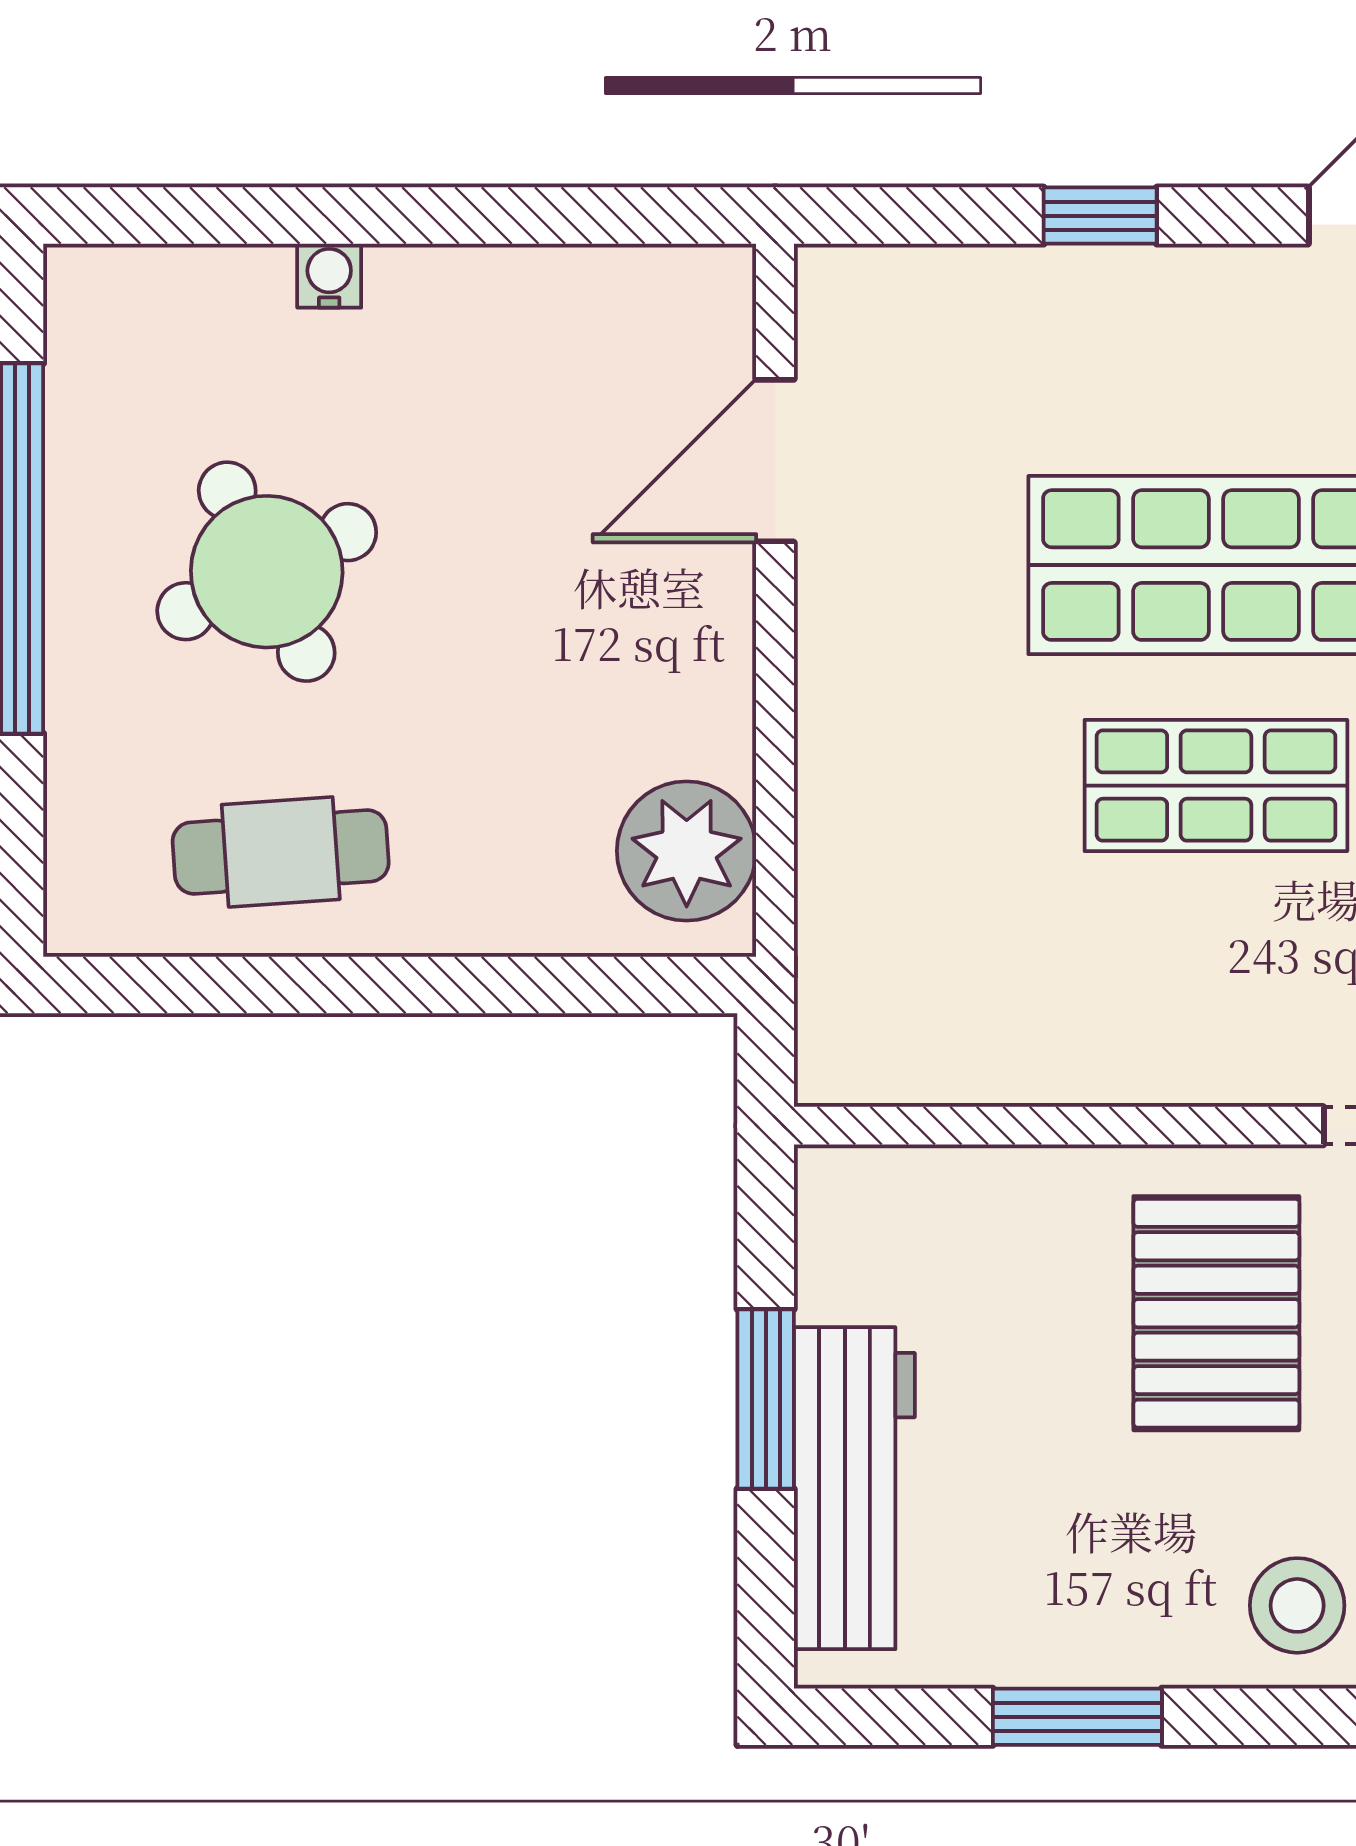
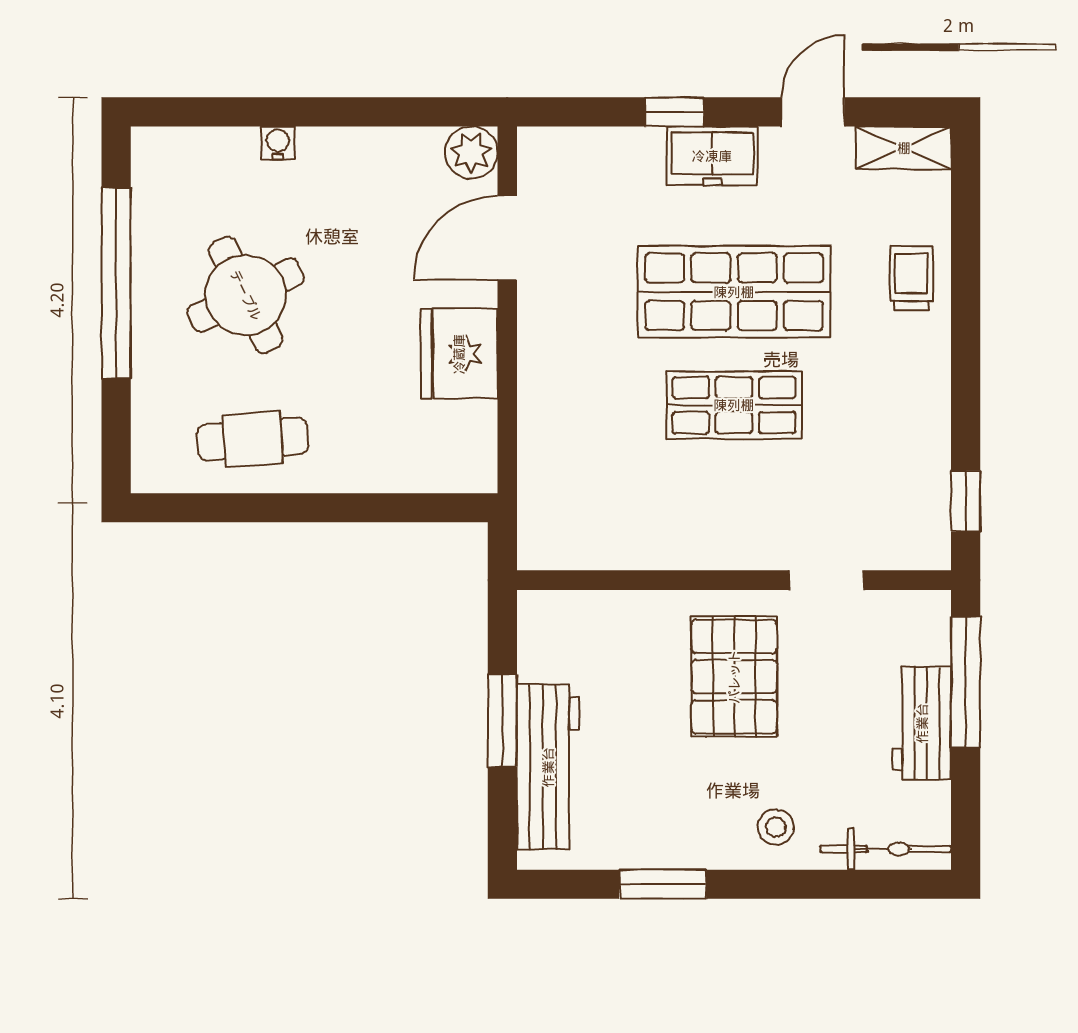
freezer: (1173, 301) -> (712, 156), added
fridge: (682, 686) -> (459, 354), added
plant: (687, 851) -> (471, 153), moved, width x0.73, depth x0.73
stool: (1297, 1605) -> (776, 827), width x0.73, depth x0.73

